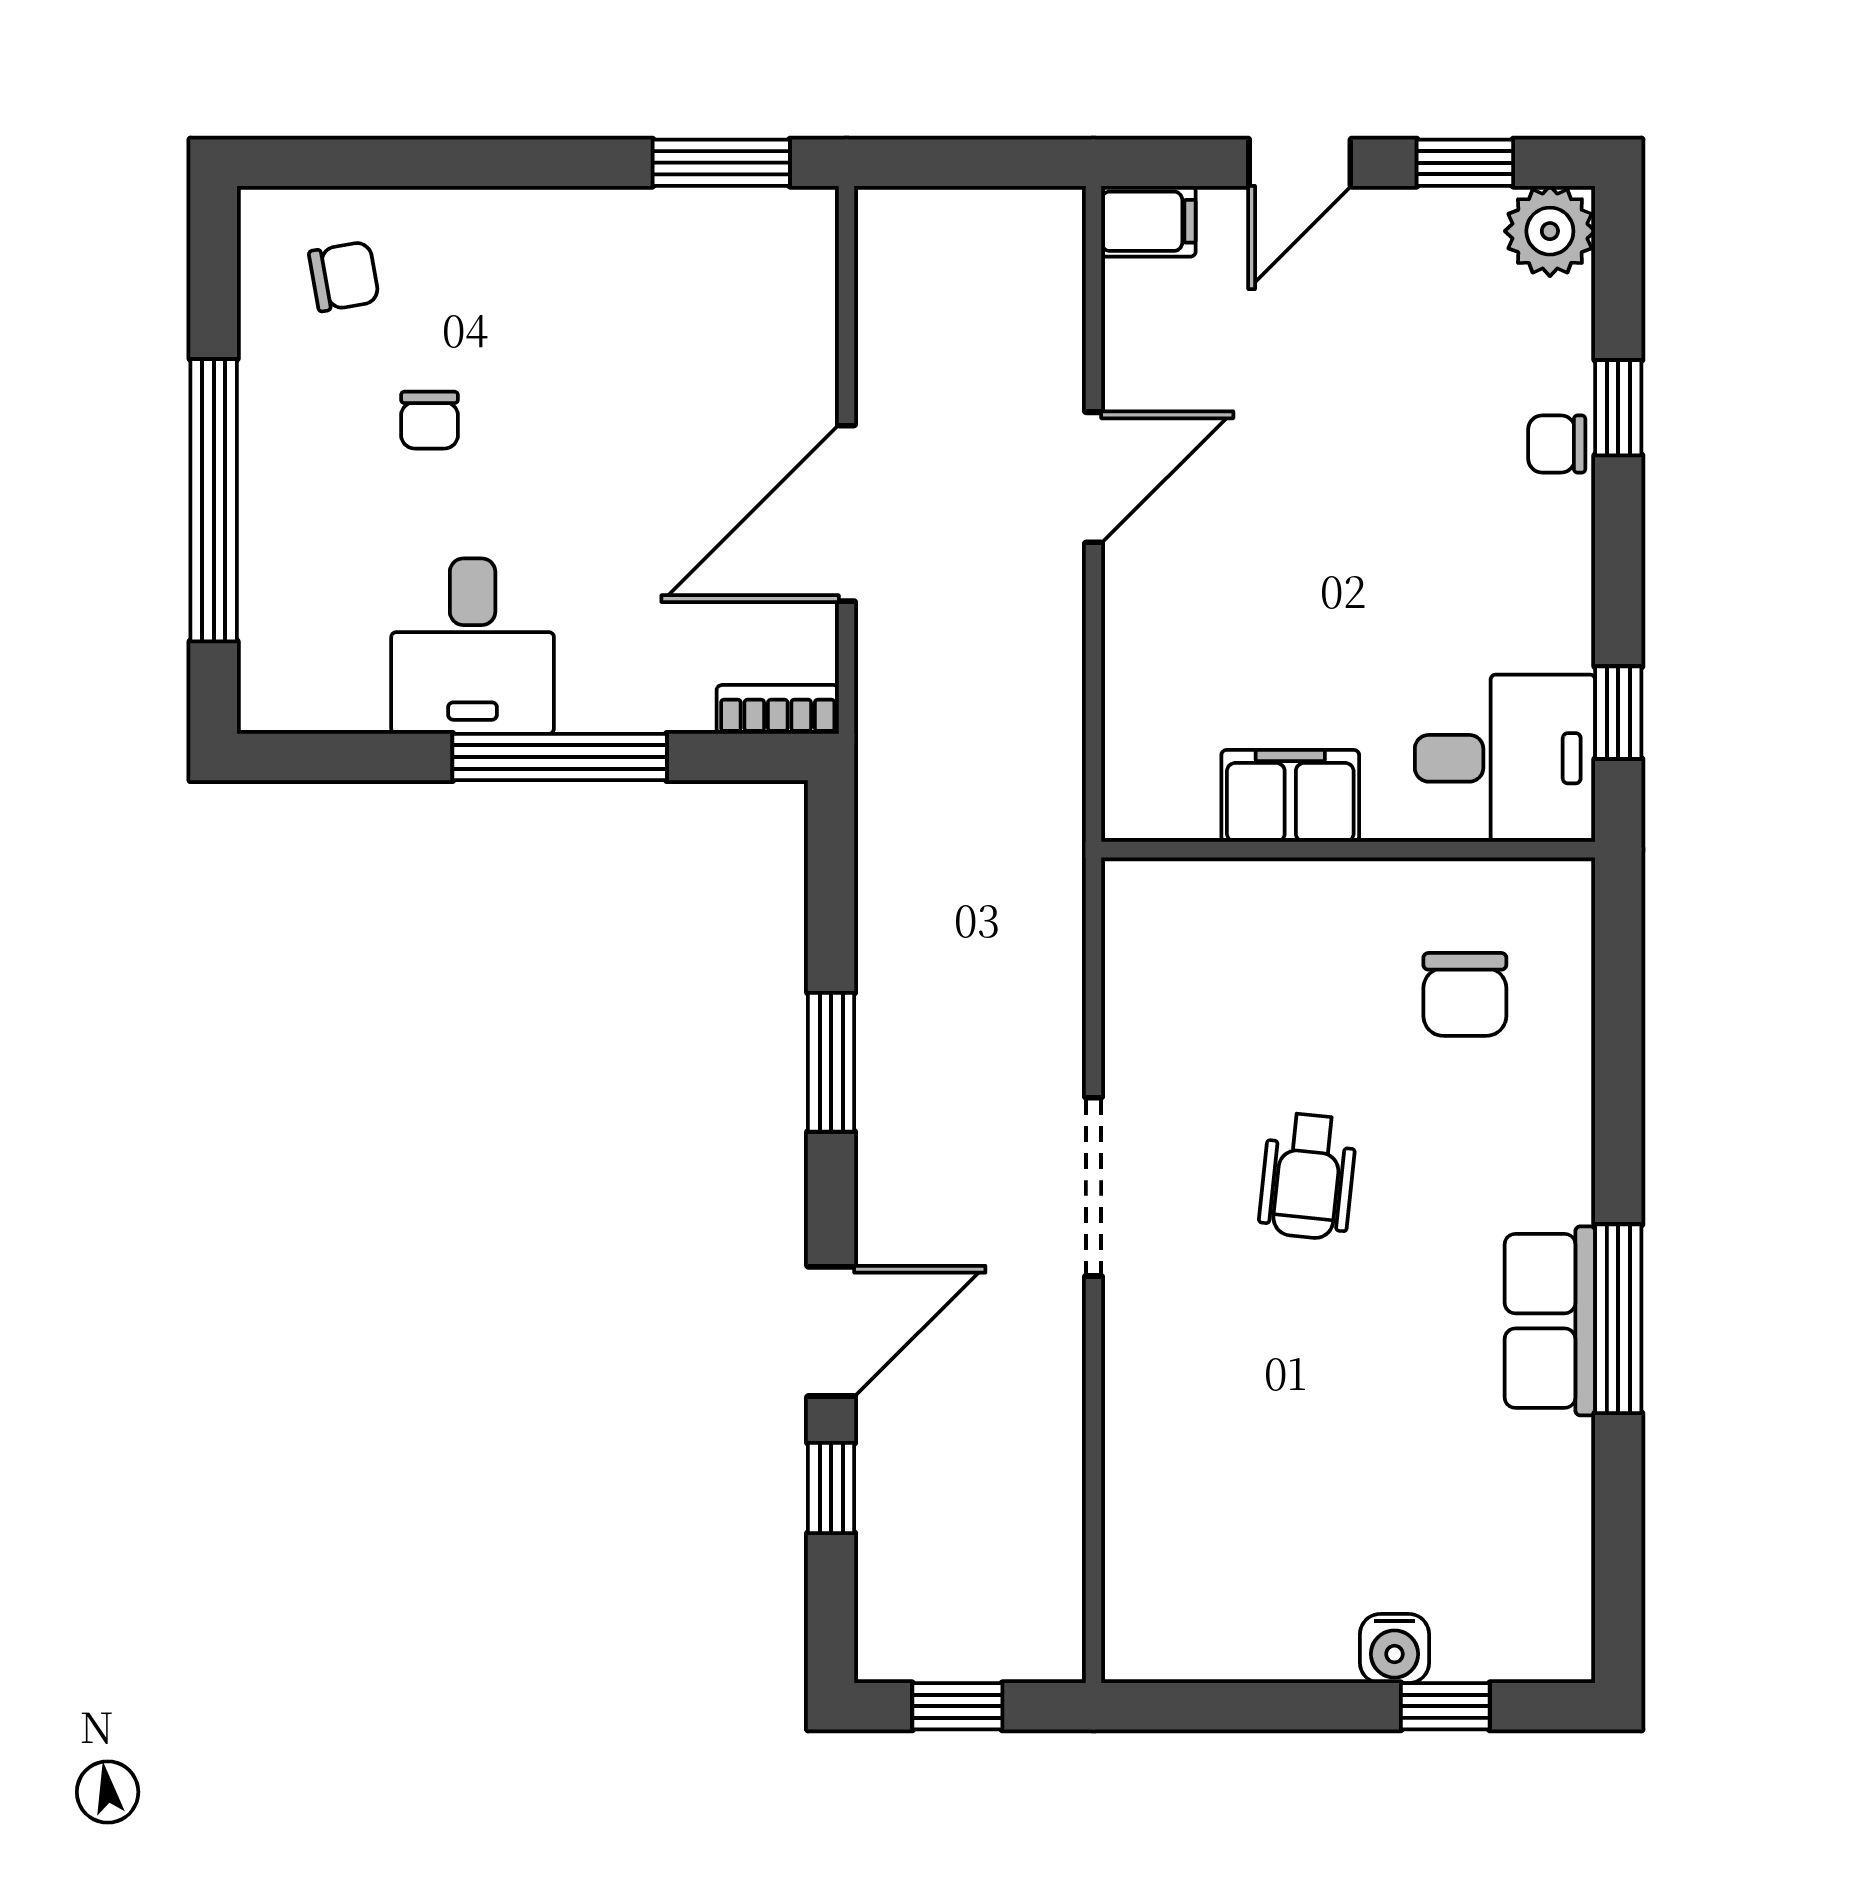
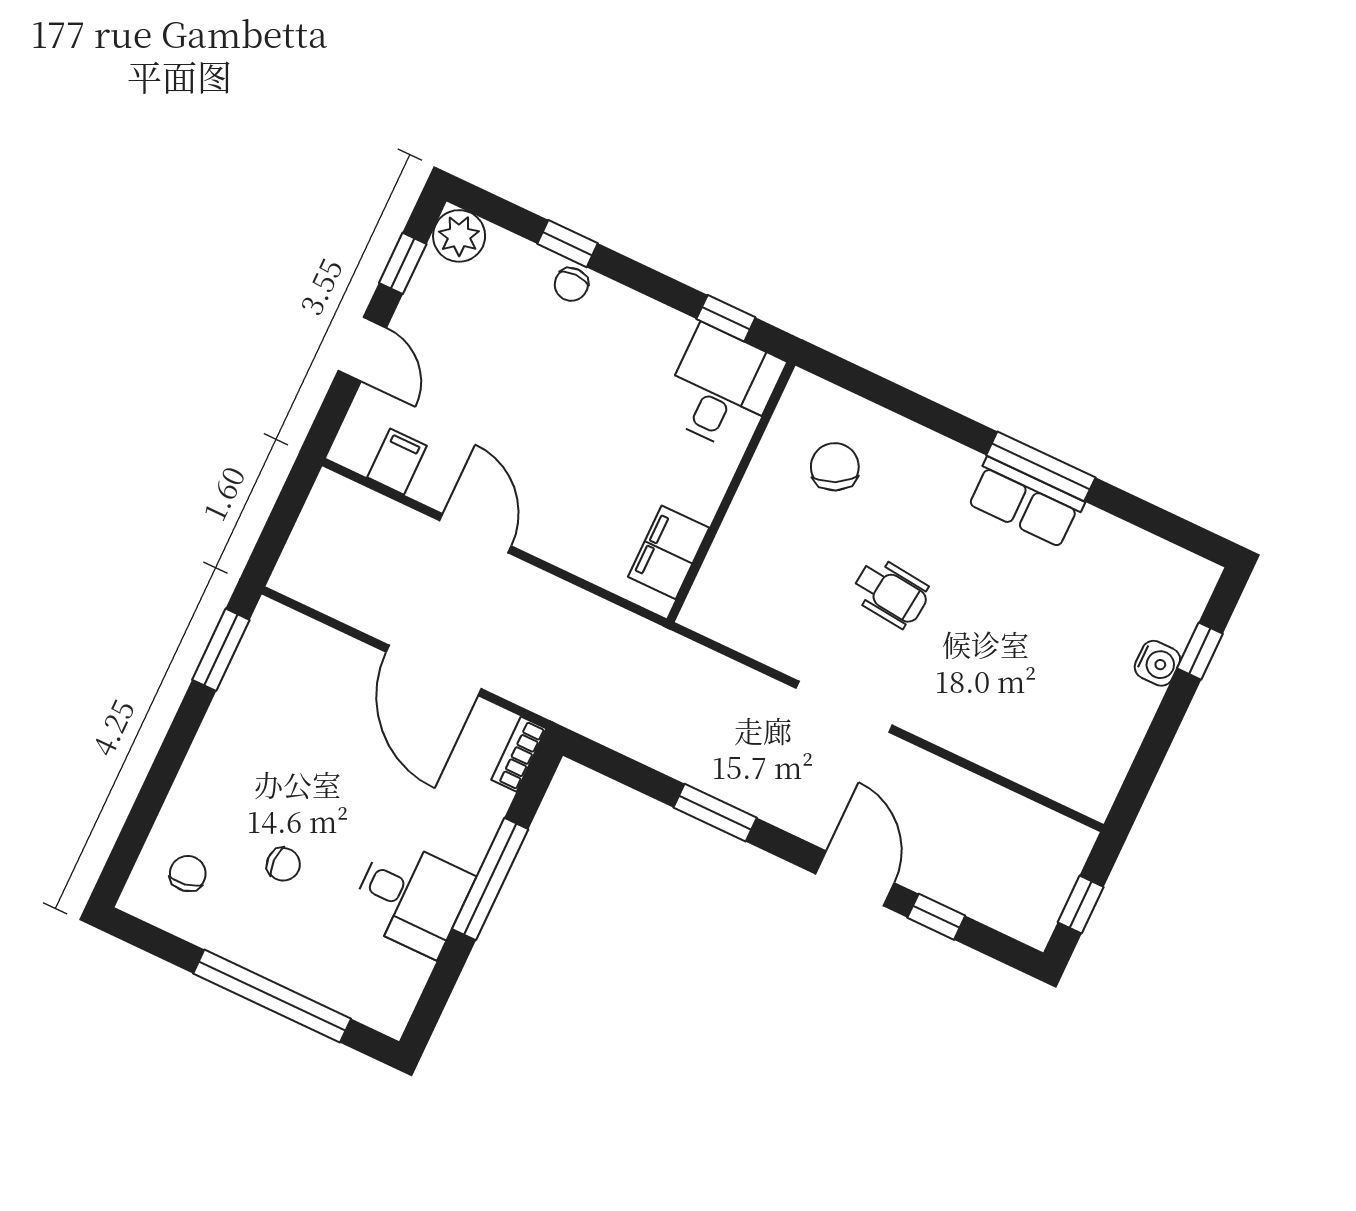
filing cabinet: (1148, 221) -> (397, 462), moved
filing cabinet: (1290, 796) -> (669, 552), moved
chair: (1465, 994) -> (835, 467), turned -117

